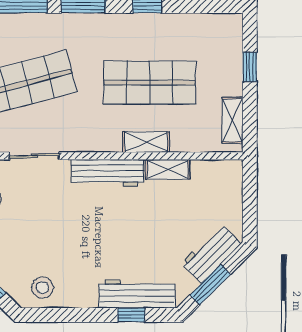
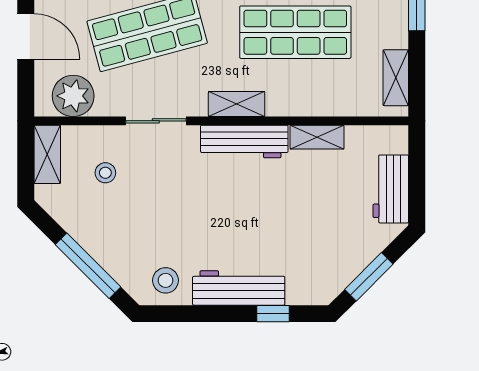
shelving: (146, 142) -> (237, 104), moved
workbench: (211, 253) -> (391, 189), moved, turned -45
workbench: (137, 294) -> (239, 288), moved

